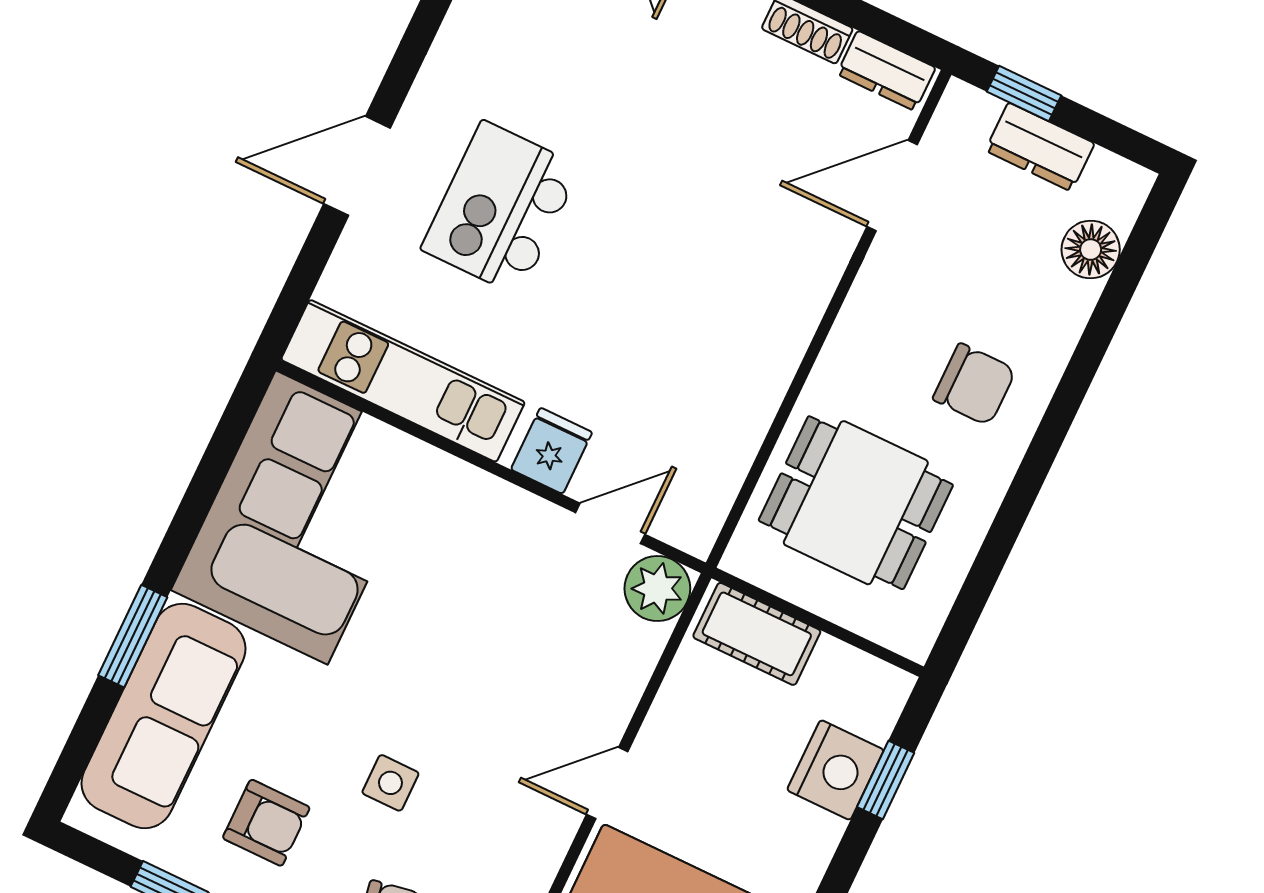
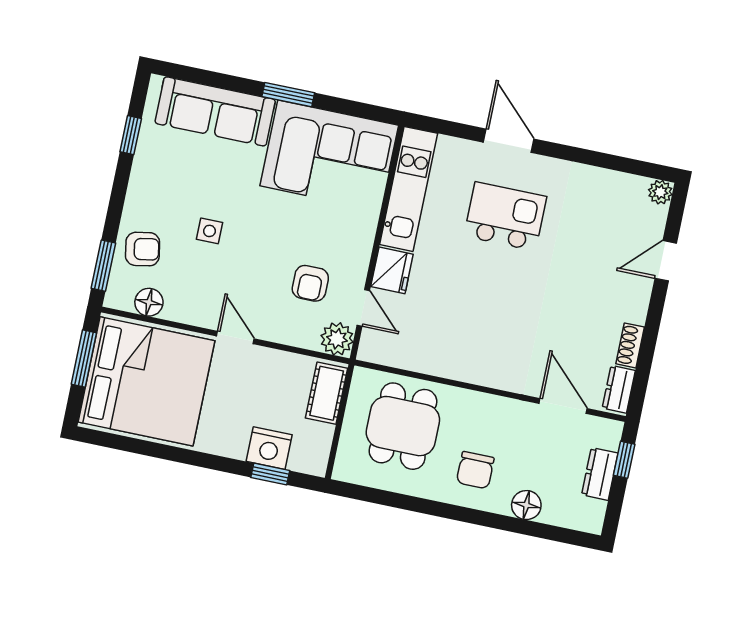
floor lamp: (1091, 250) -> (526, 505), moved
fridge: (552, 451) -> (392, 270), width x1.38
window: (133, 636) -> (288, 95), moved
armchair: (266, 823) -> (310, 283), moved

